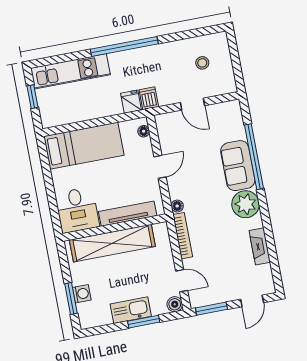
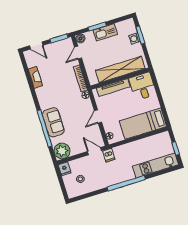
fridge: (131, 102) -> (65, 169), moved
door: (192, 104) -> (95, 151), moved
plant: (246, 204) -> (62, 151), moved
door: (182, 281) -> (78, 53), hinge flipped
door: (252, 301) -> (36, 45), swing flipped

